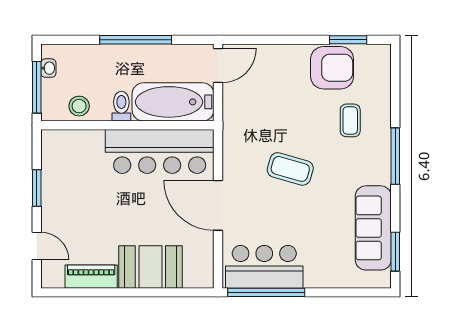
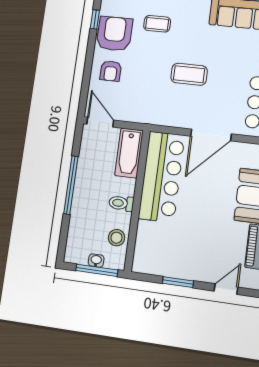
window: (348, 40) -> (95, 19), width x0.67
washbasin: (48, 68) -> (96, 260), moved
armchair: (284, 70) -> (111, 71), added
bathtub: (173, 102) -> (129, 153), width x0.73, depth x0.73
coffee table: (290, 169) -> (189, 74), turned 74

